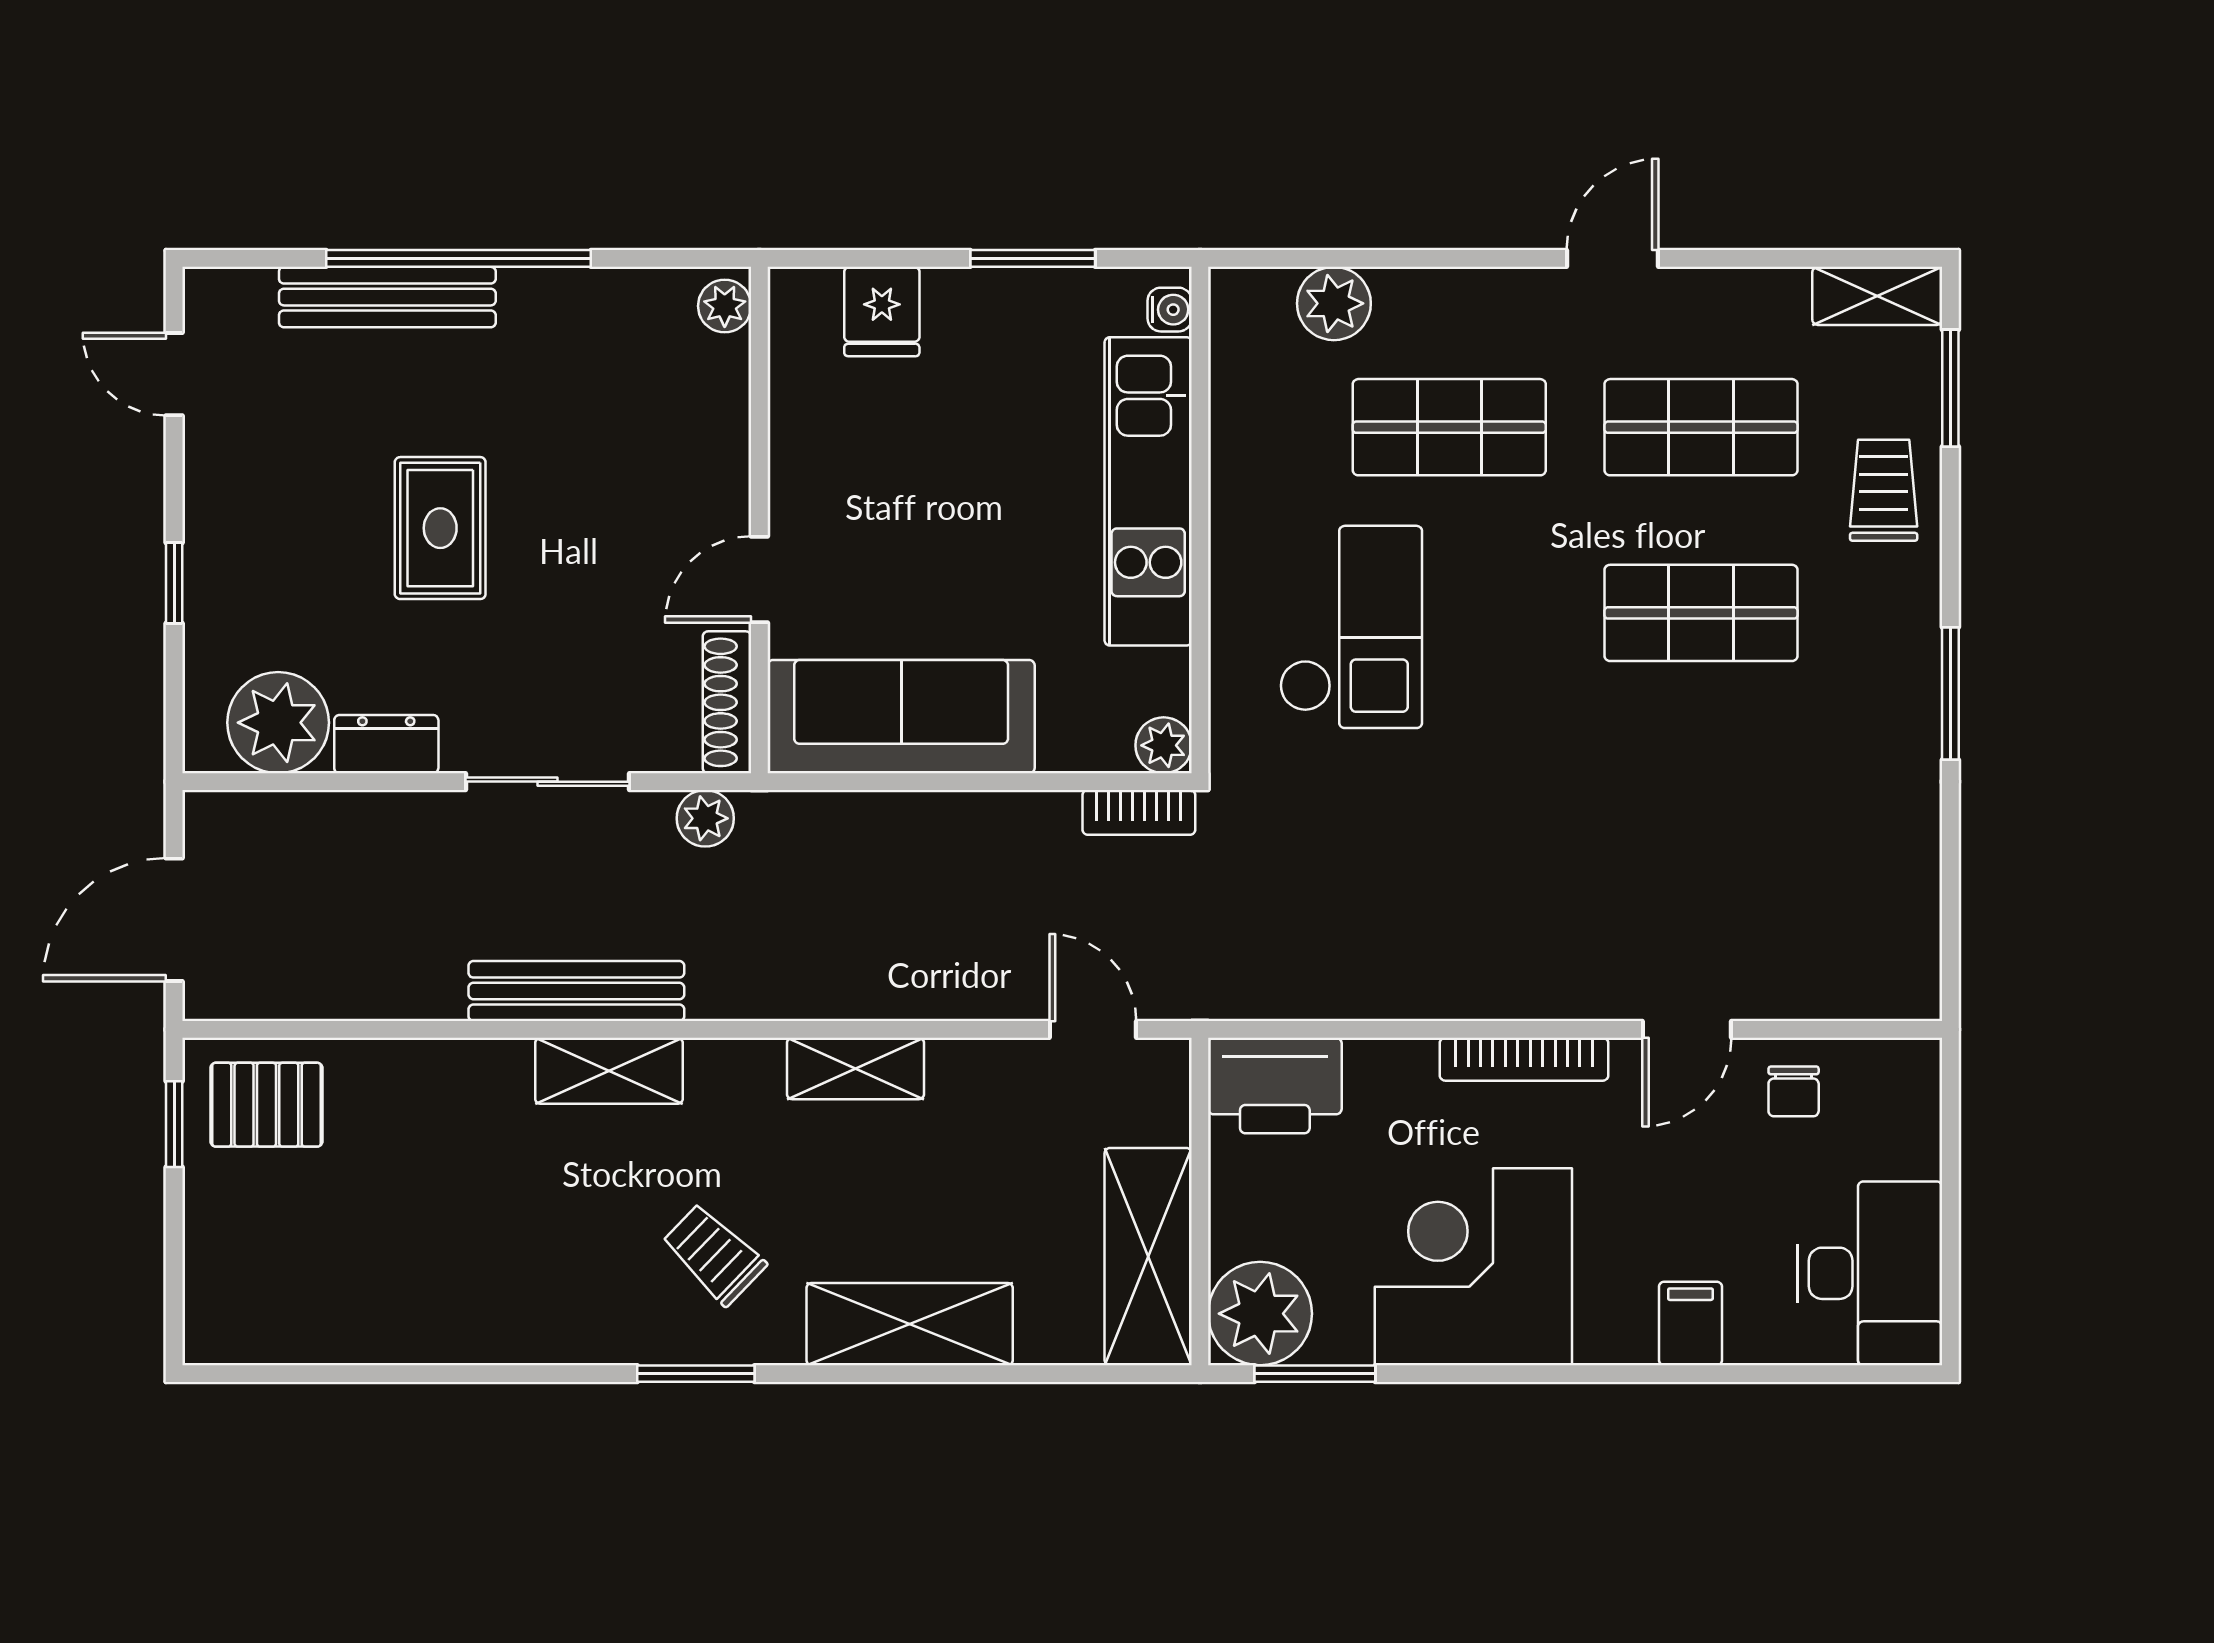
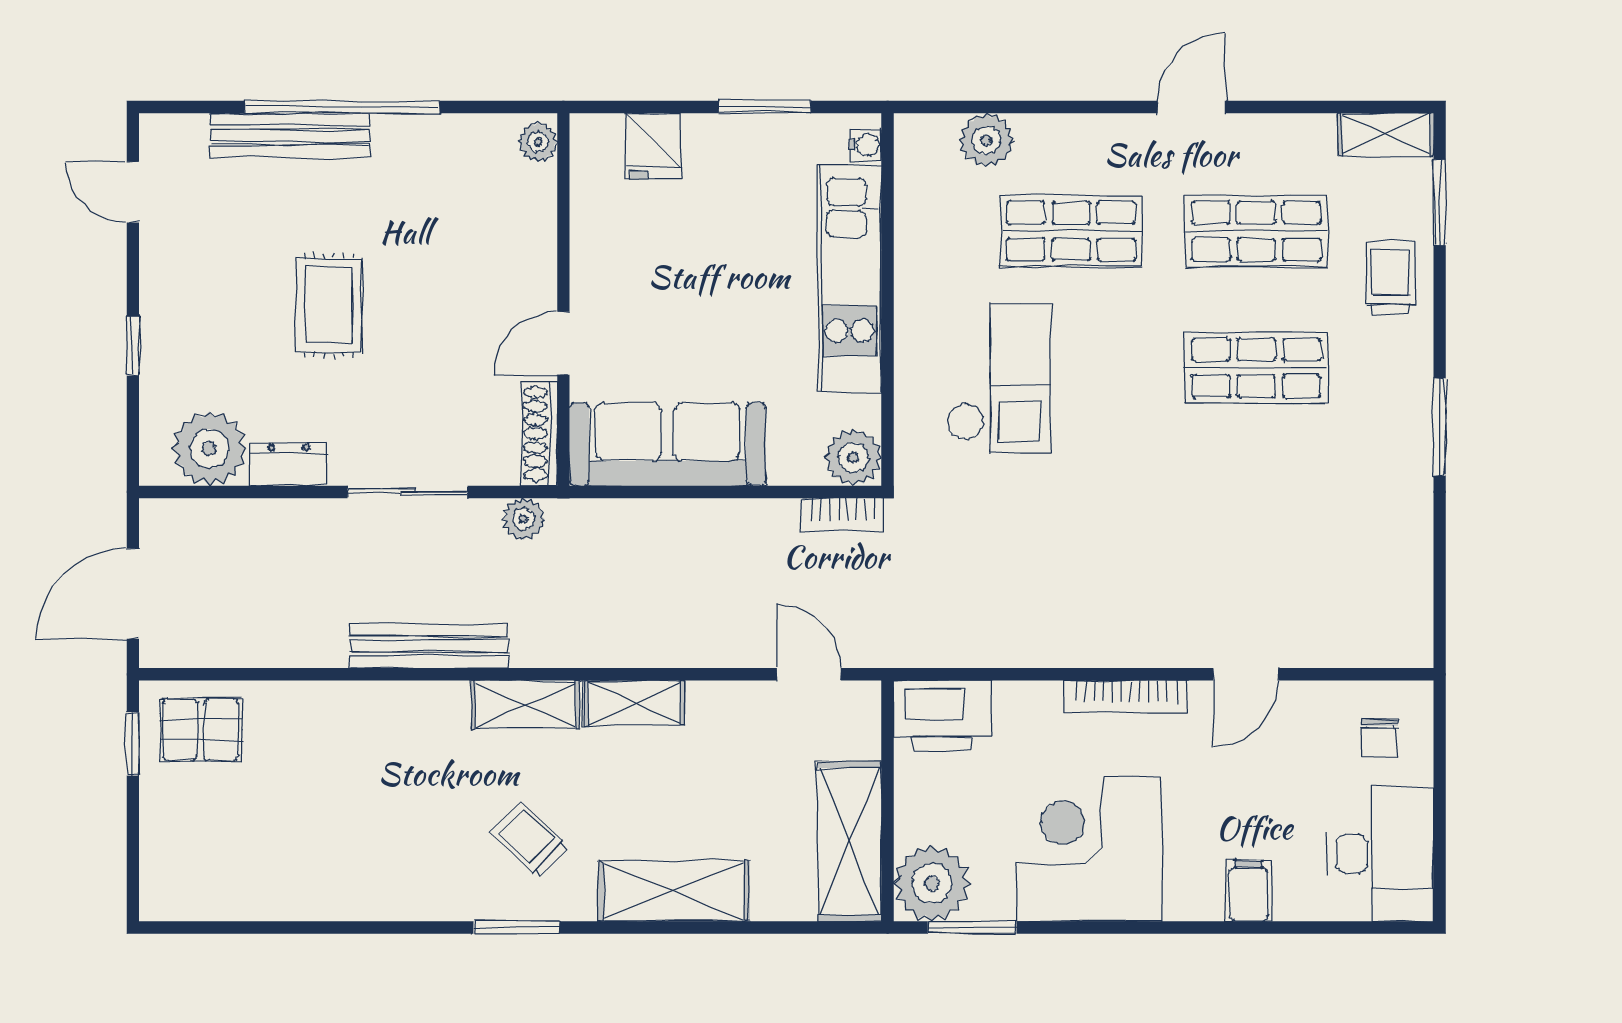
plant: (1164, 745) -> (853, 457), width x1.38, depth x1.38
shelving: (609, 1071) -> (526, 705), moved
chair: (1794, 1091) -> (1379, 738), moved

